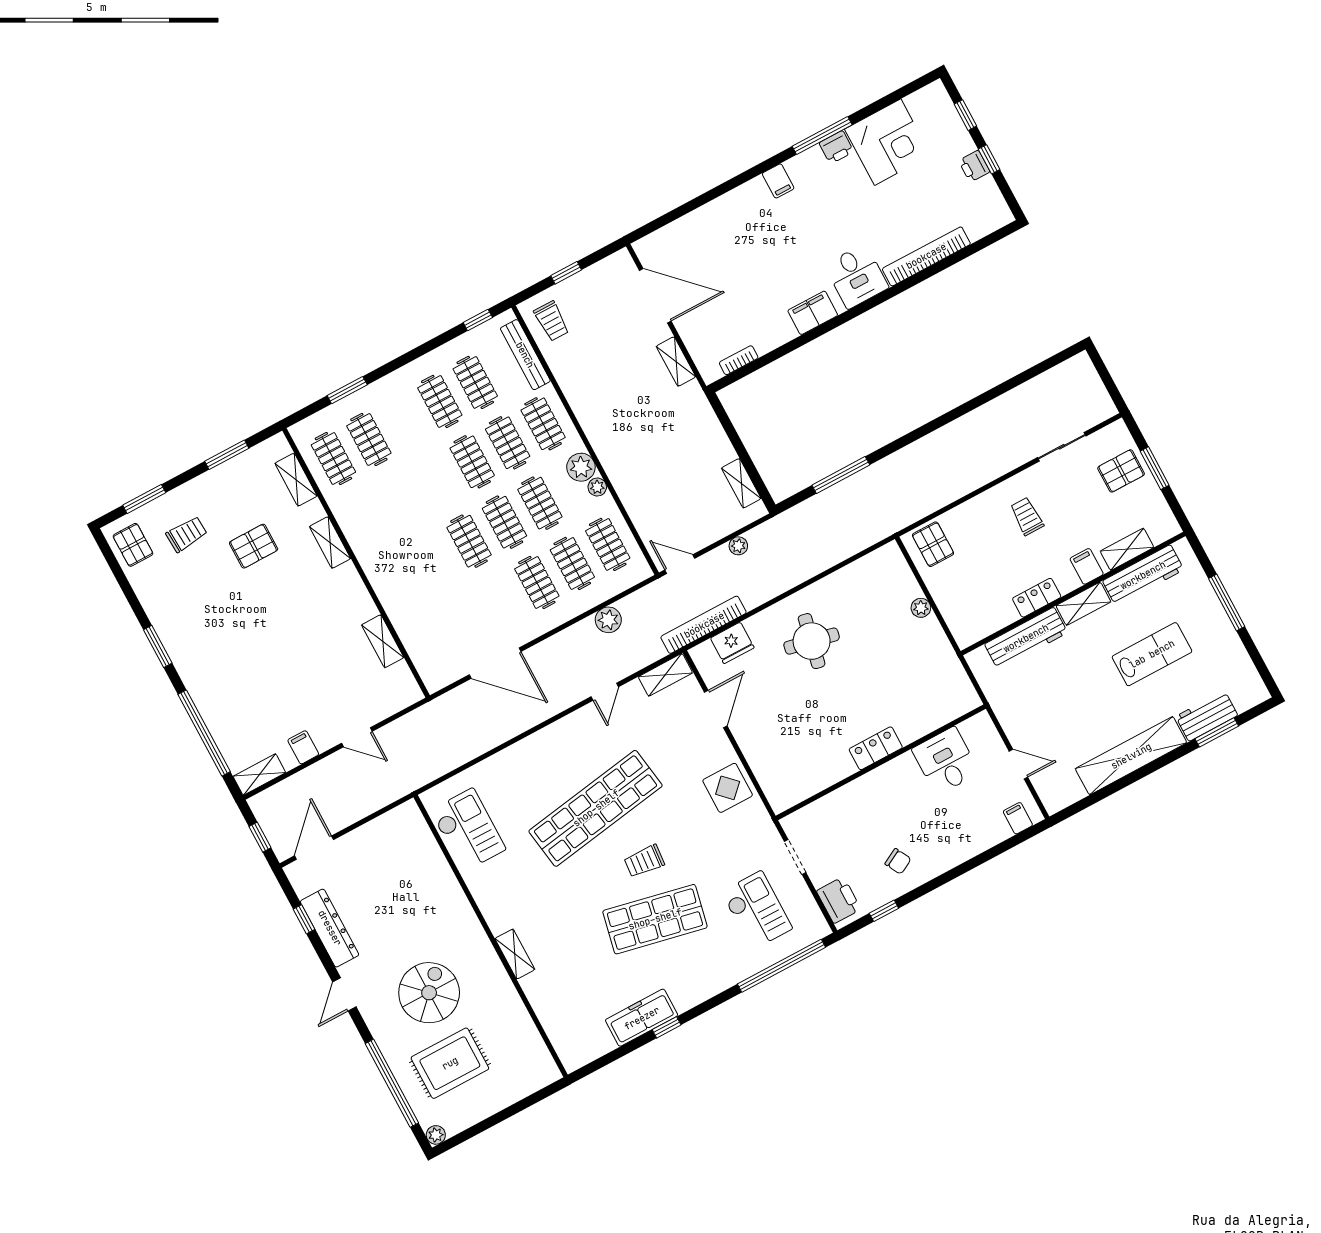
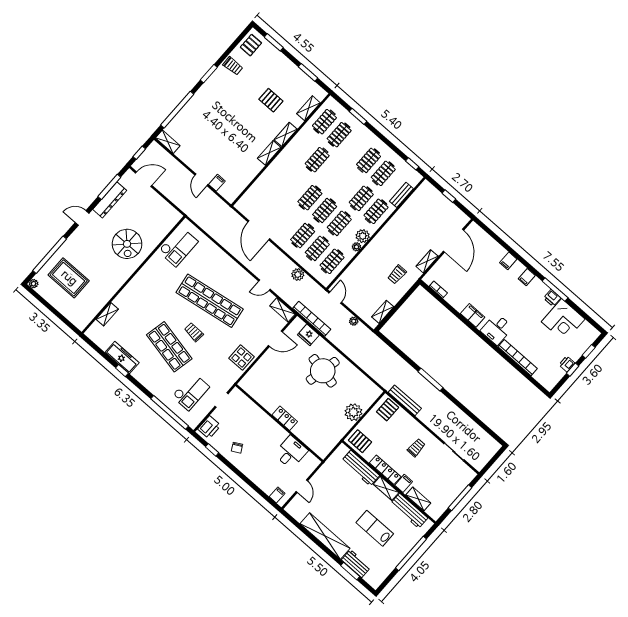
filing cabinet: (734, 205) -> (508, 261), added
trolley: (551, 321) -> (397, 274), moved
bench: (525, 355) -> (401, 195), width x0.73
clothes rail: (472, 462) -> (317, 160), moved
window: (1155, 468) -> (460, 498), width x1.44
pallet: (1121, 471) -> (360, 441), moved
window: (841, 475) -> (431, 380), moved
bench: (928, 504) -> (405, 400), added
trolley: (187, 534) -> (233, 66), moved
locker: (1037, 598) -> (385, 470), width x1.53
window: (1227, 603) -> (411, 553), width x1.46
plant: (921, 608) -> (353, 412), width x1.88, depth x1.88
shelving: (383, 641) -> (269, 153), moved
round table: (812, 641) -> (323, 371), width x1.36, depth x1.36
lab bench: (1152, 654) -> (375, 528), turned 180
filing cabinet: (303, 747) -> (217, 183), moved
window: (304, 919) -> (109, 187), width x2.17
shelving: (515, 954) -> (107, 314), moved
spiral stairs: (429, 993) -> (127, 244), moved, turned 90

